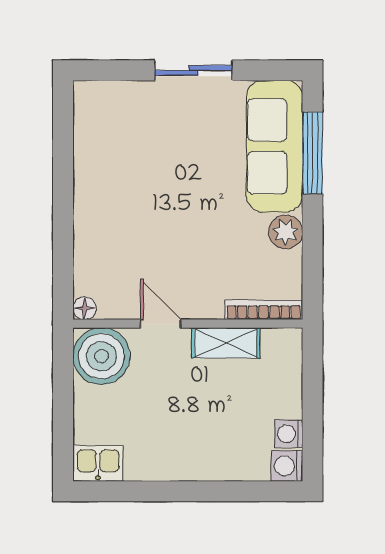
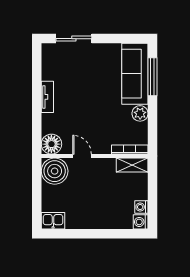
sliding door: (193, 70) -> (74, 39), moved
tv unit: (86, 196) -> (47, 97), added
floor lamp: (84, 308) -> (51, 144), width x1.89, depth x1.89
shelving: (226, 343) -> (132, 165), moved

